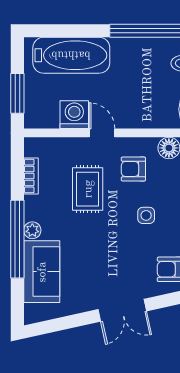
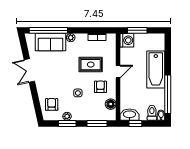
bathtub: (71, 55) -> (156, 70), moved
washing machine: (74, 115) -> (127, 40), moved
window: (17, 239) -> (48, 30), moved
double door: (122, 310) -> (29, 70), moved

